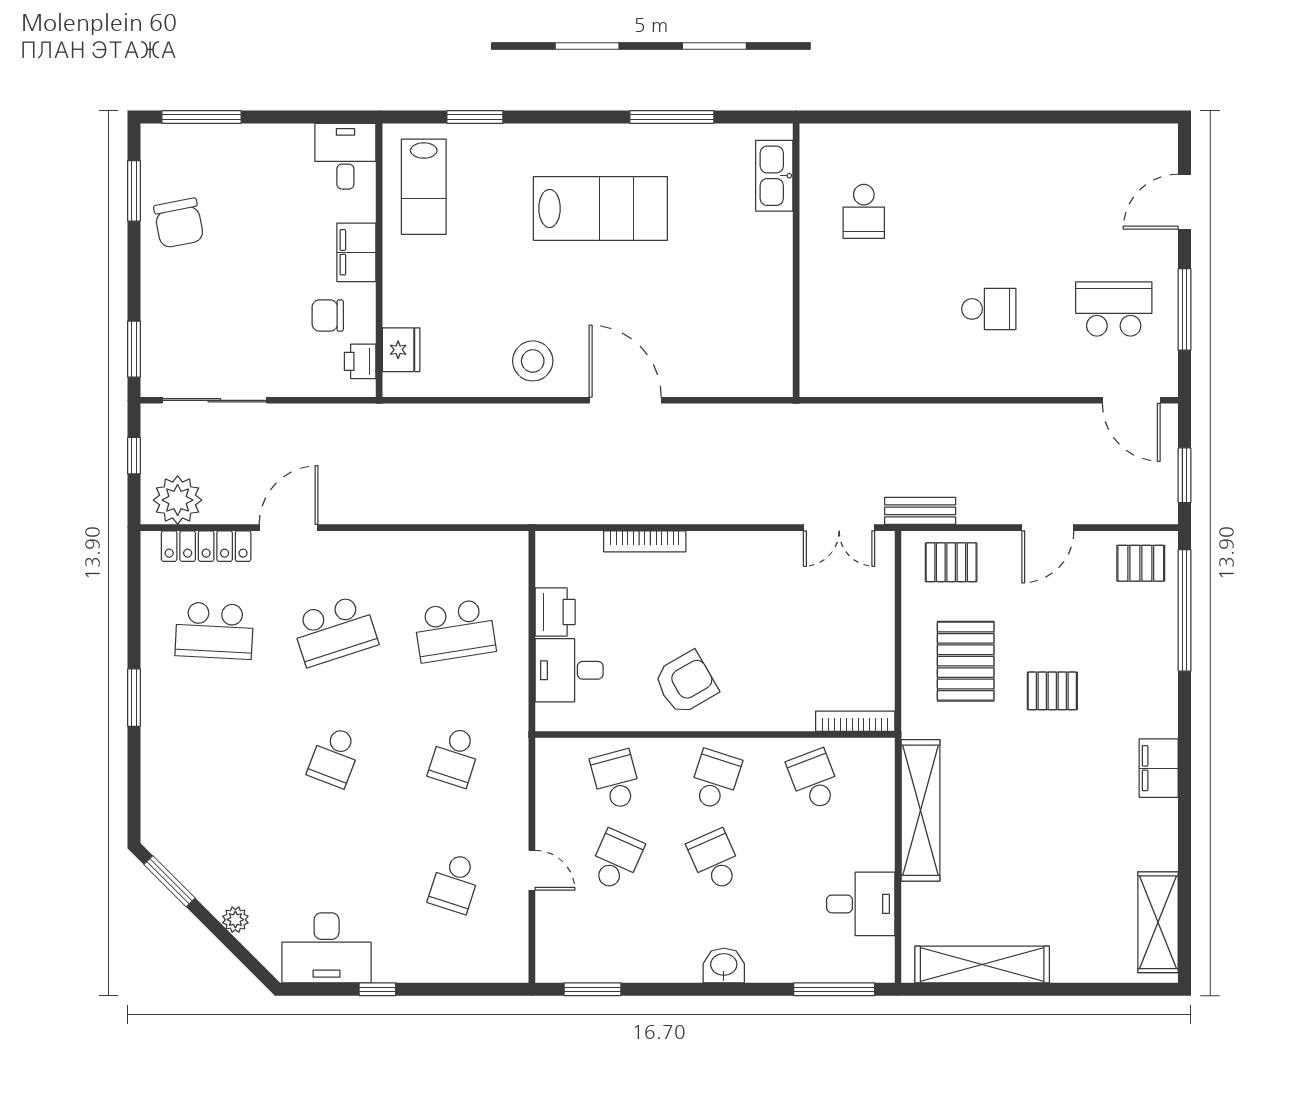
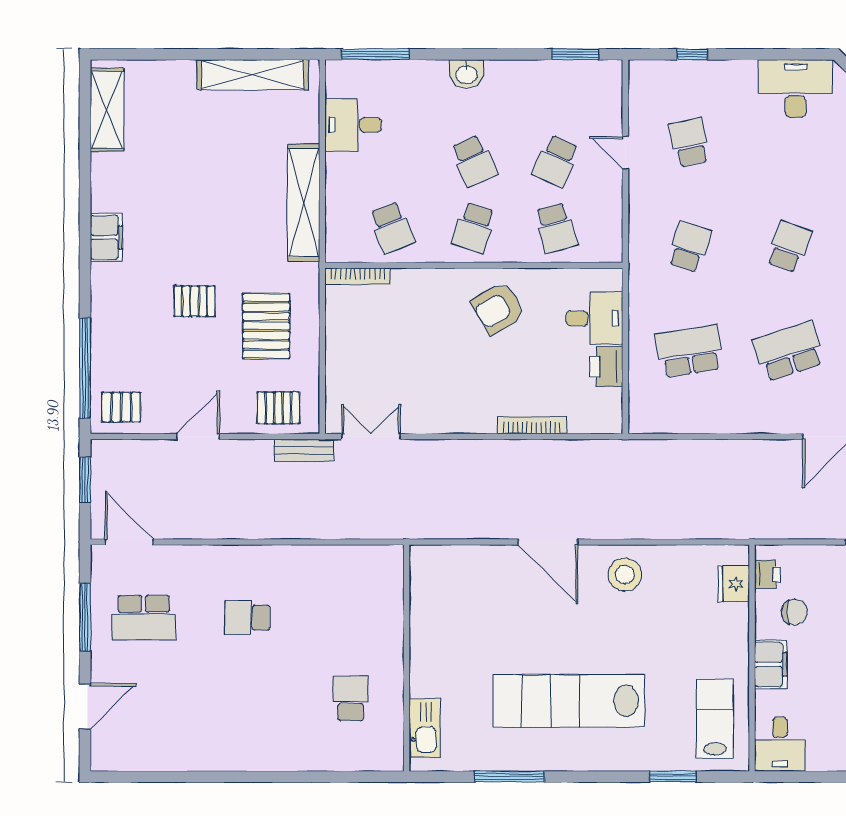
lab bench: (600, 208) -> (569, 701), width x1.36
school desk: (455, 883) -> (689, 142), turned -30
window: (377, 989) -> (692, 54), moved

